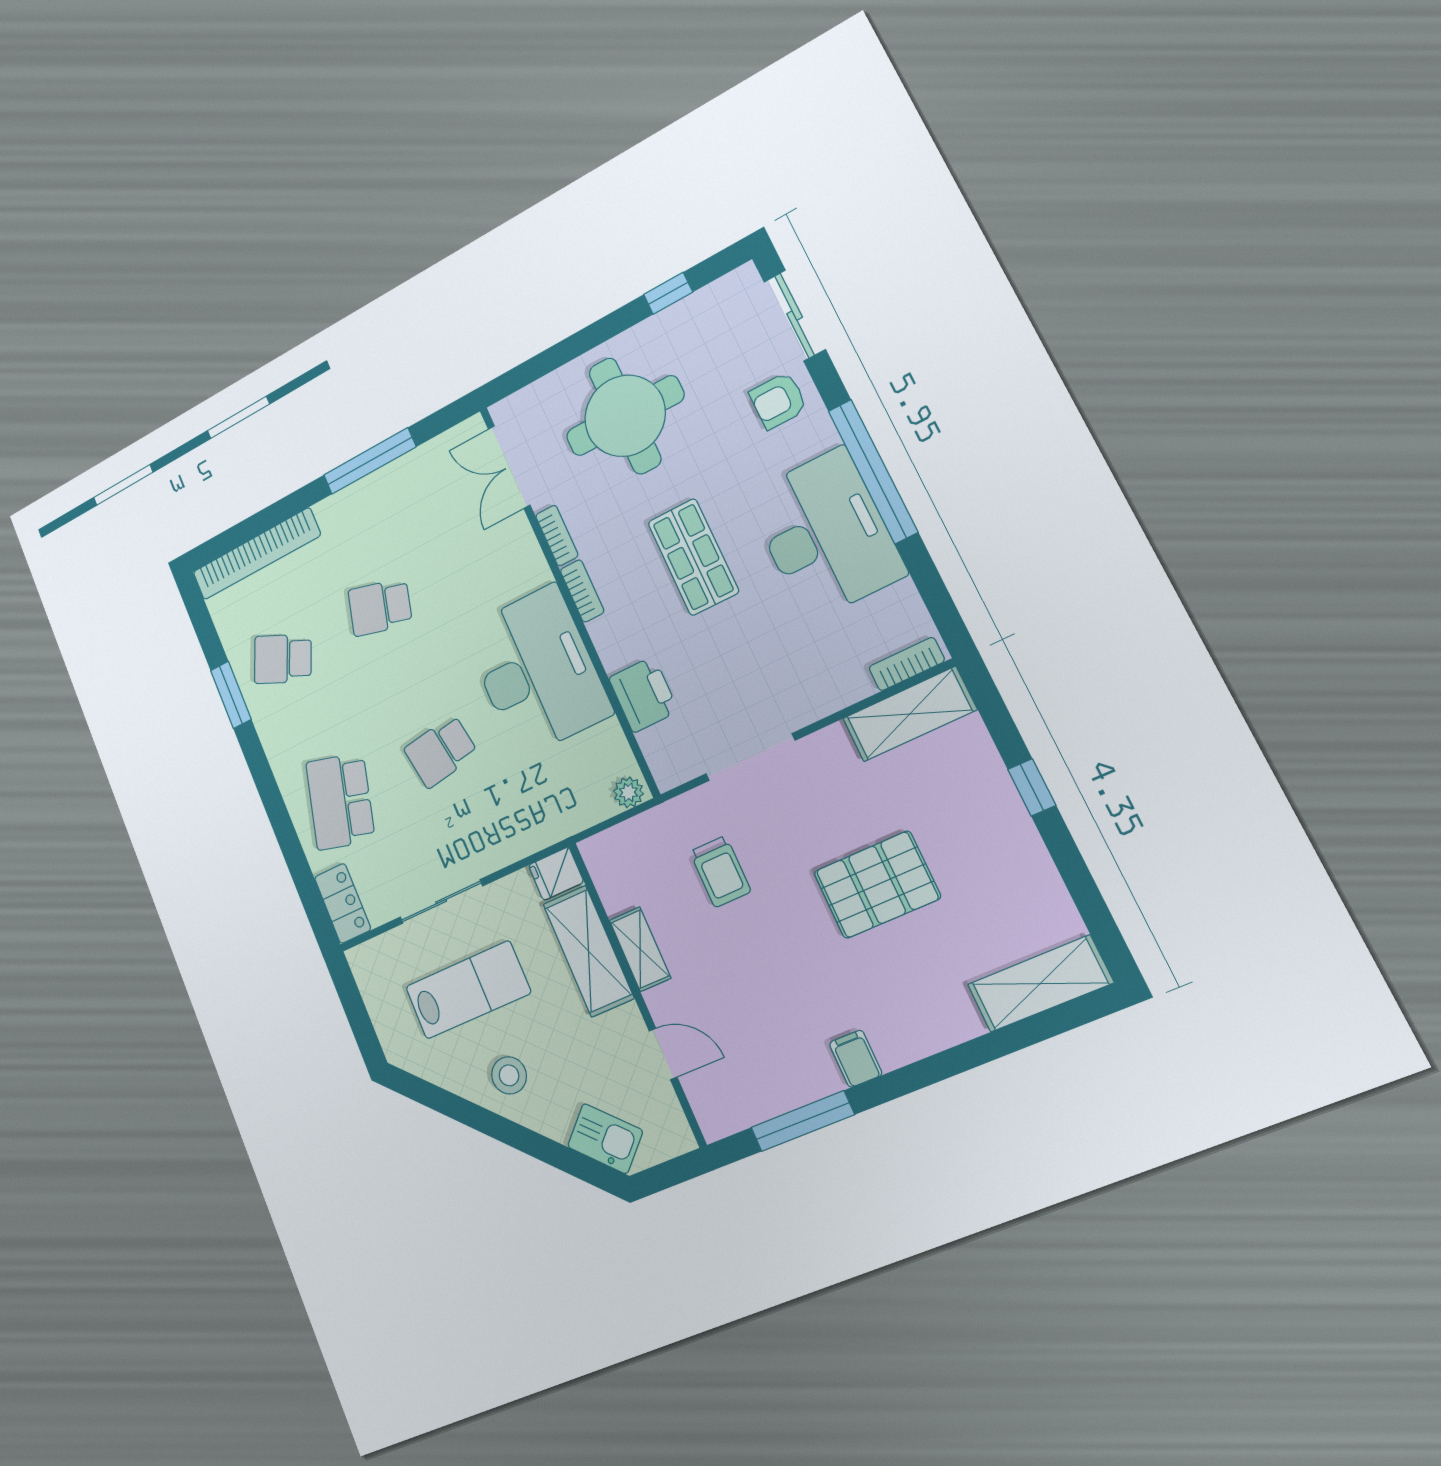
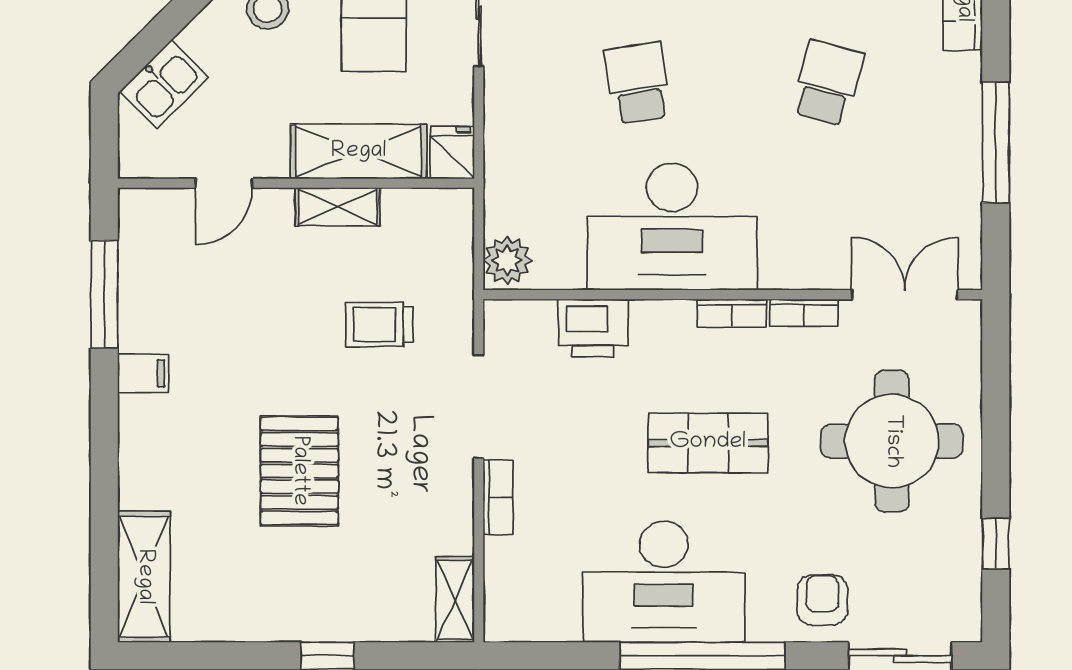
bookcase: (907, 664) -> (498, 498), moved
shelving: (909, 714) -> (455, 600), width x0.67, depth x0.75
plant: (628, 792) -> (507, 260), width x1.38, depth x1.38

